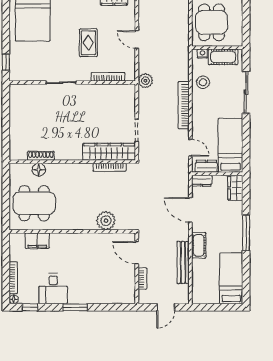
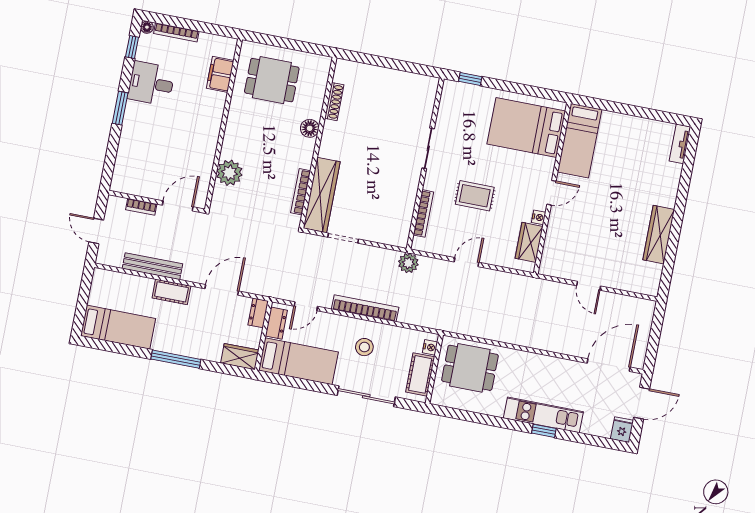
stool: (203, 82) -> (364, 347), moved
floor lamp: (39, 170) -> (310, 128), moved
dining table: (34, 203) -> (272, 80), width x0.73

